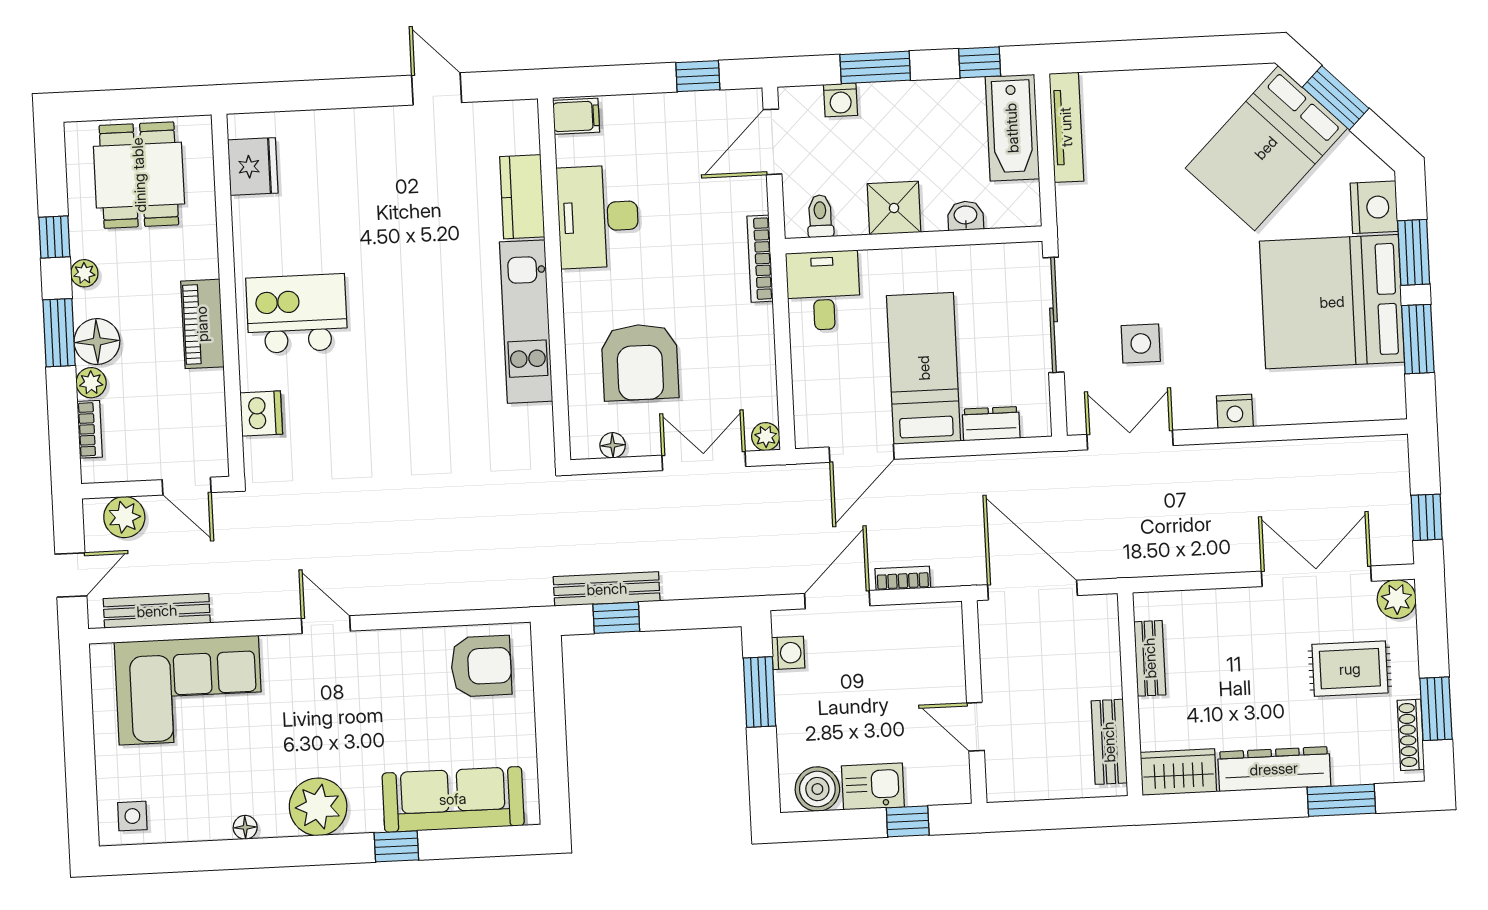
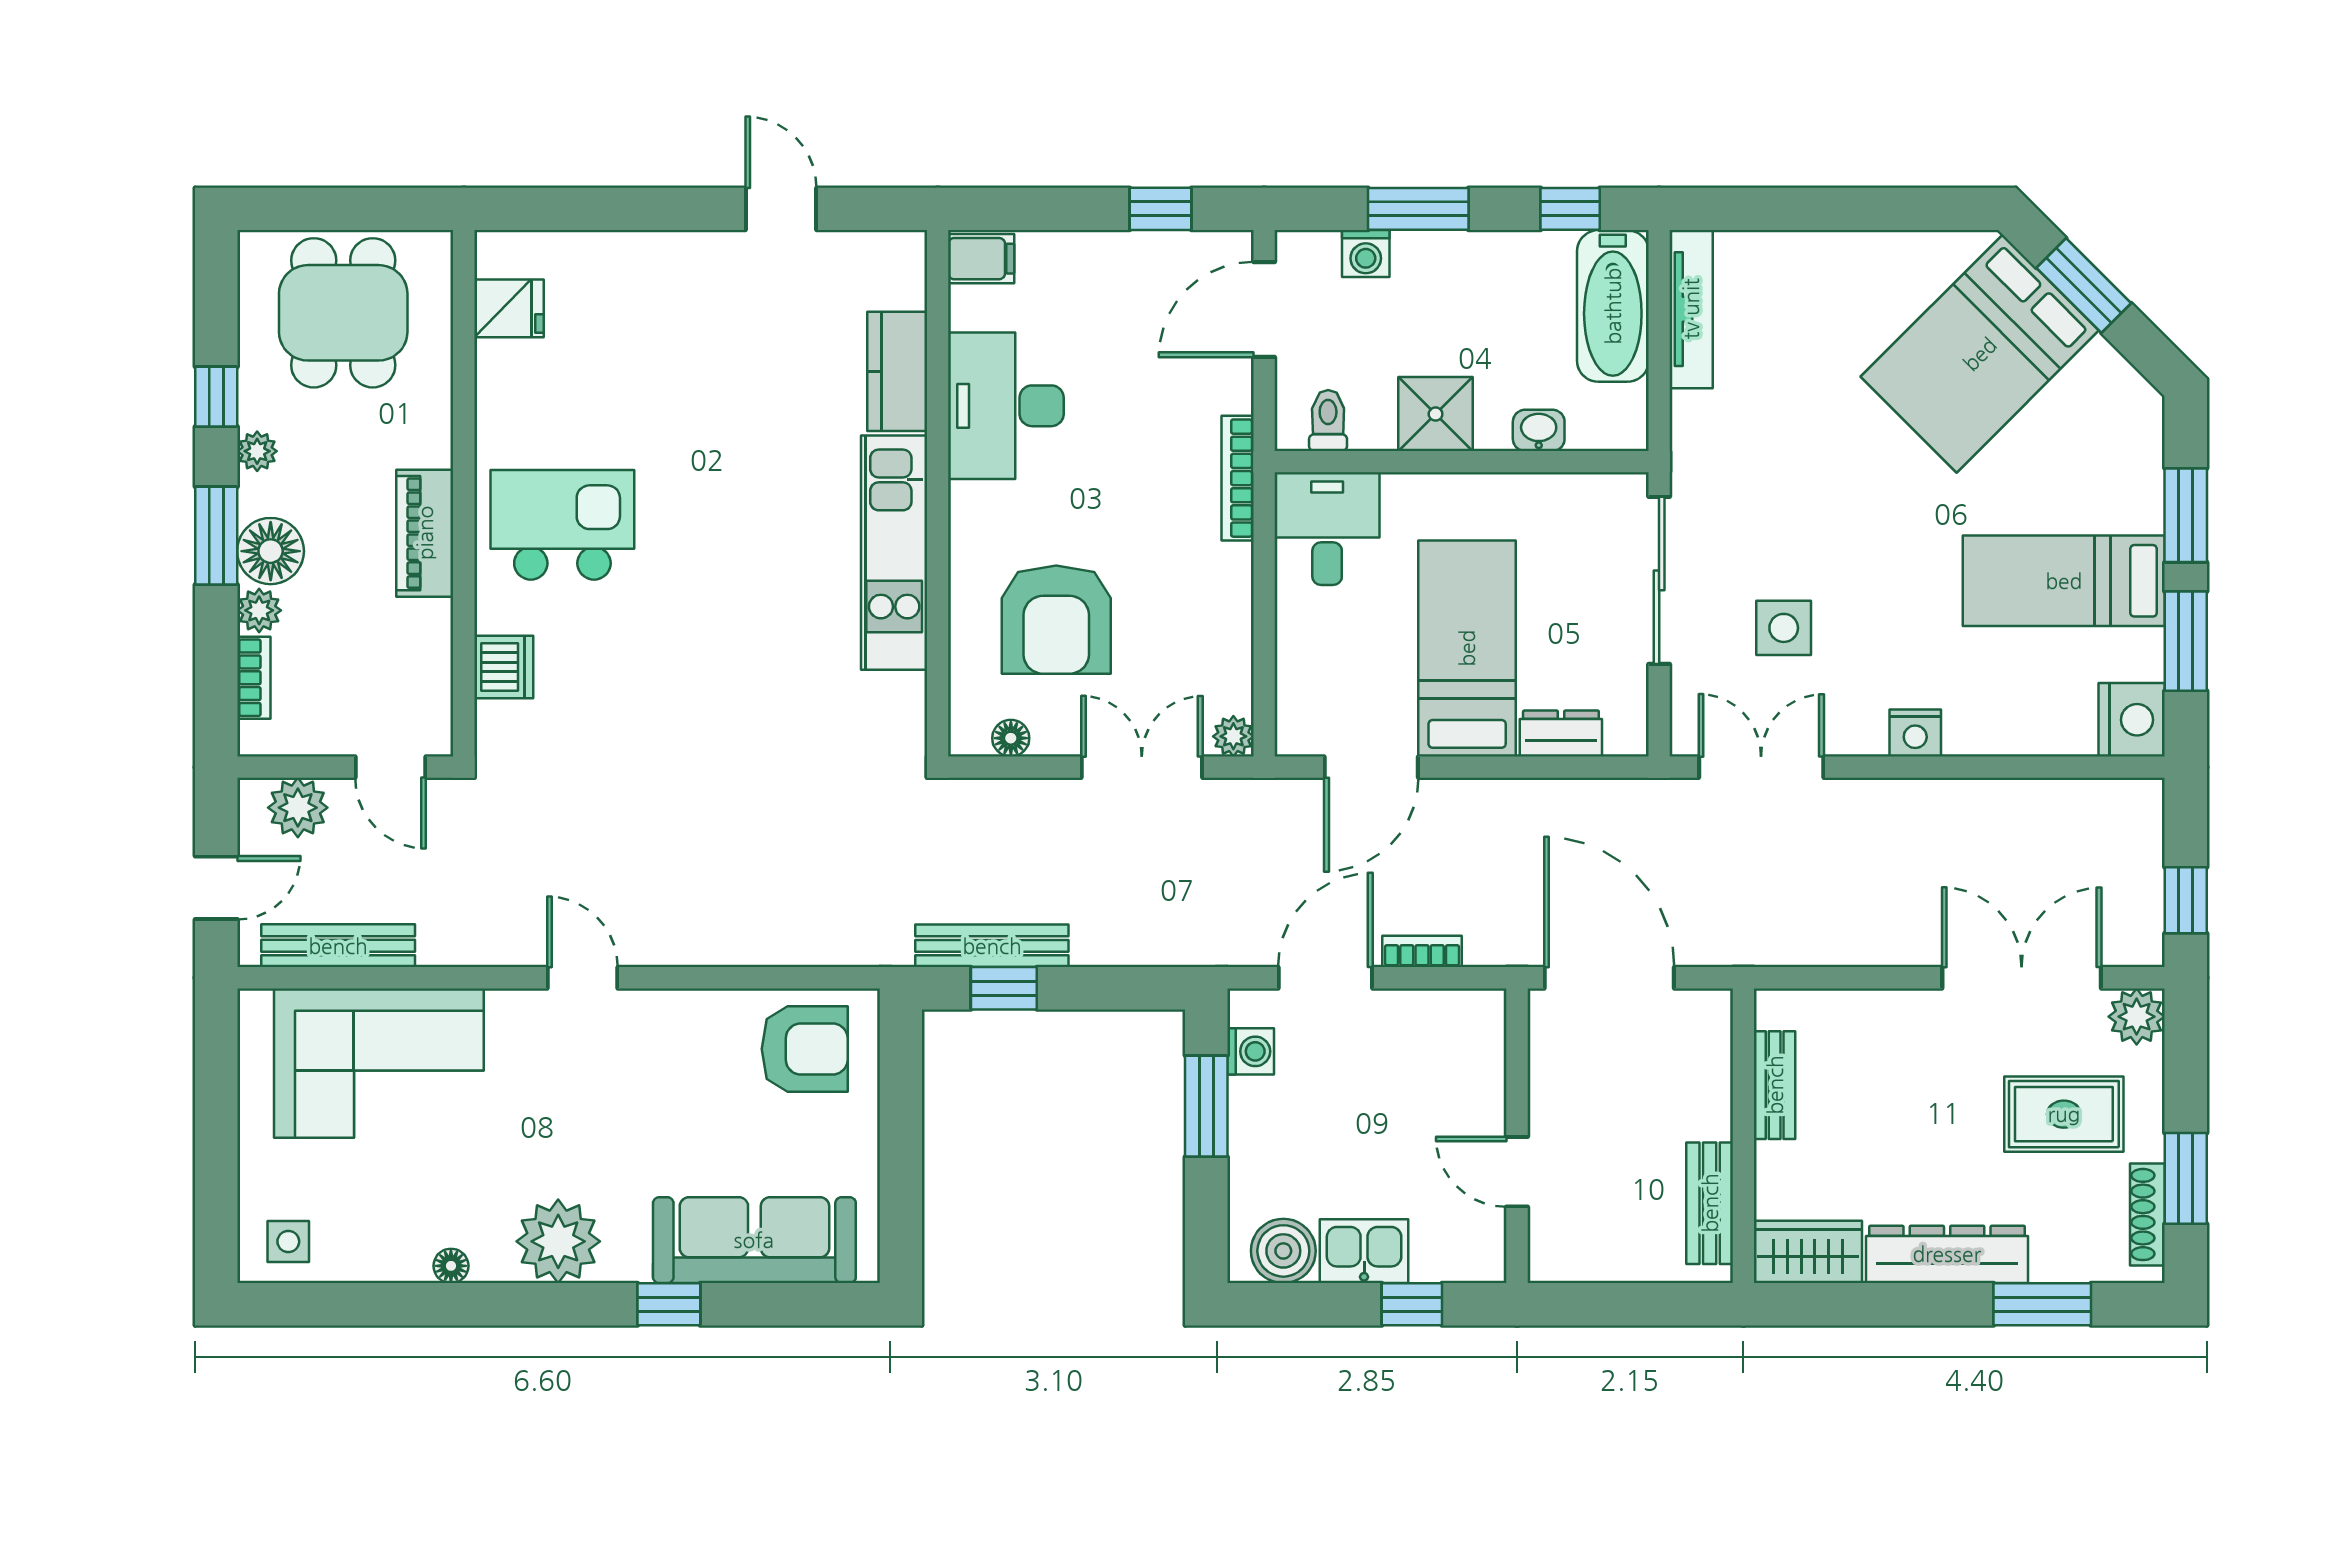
fridge: (253, 166) -> (509, 308), width x0.72
nightstand: (1374, 207) -> (2132, 720), moved
bed: (1332, 302) -> (2064, 581), width x0.49

